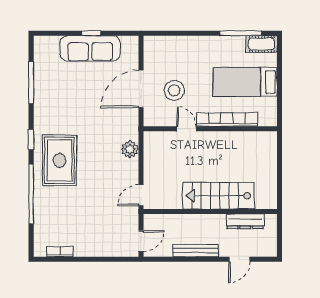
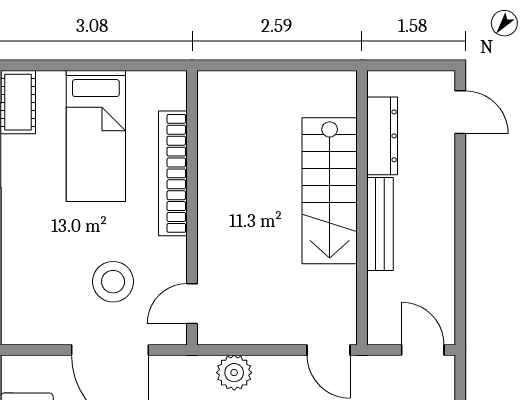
door: (187, 129) -> (192, 304), moved
bench: (196, 251) -> (380, 224), moved
door: (239, 259) -> (460, 112), moved

